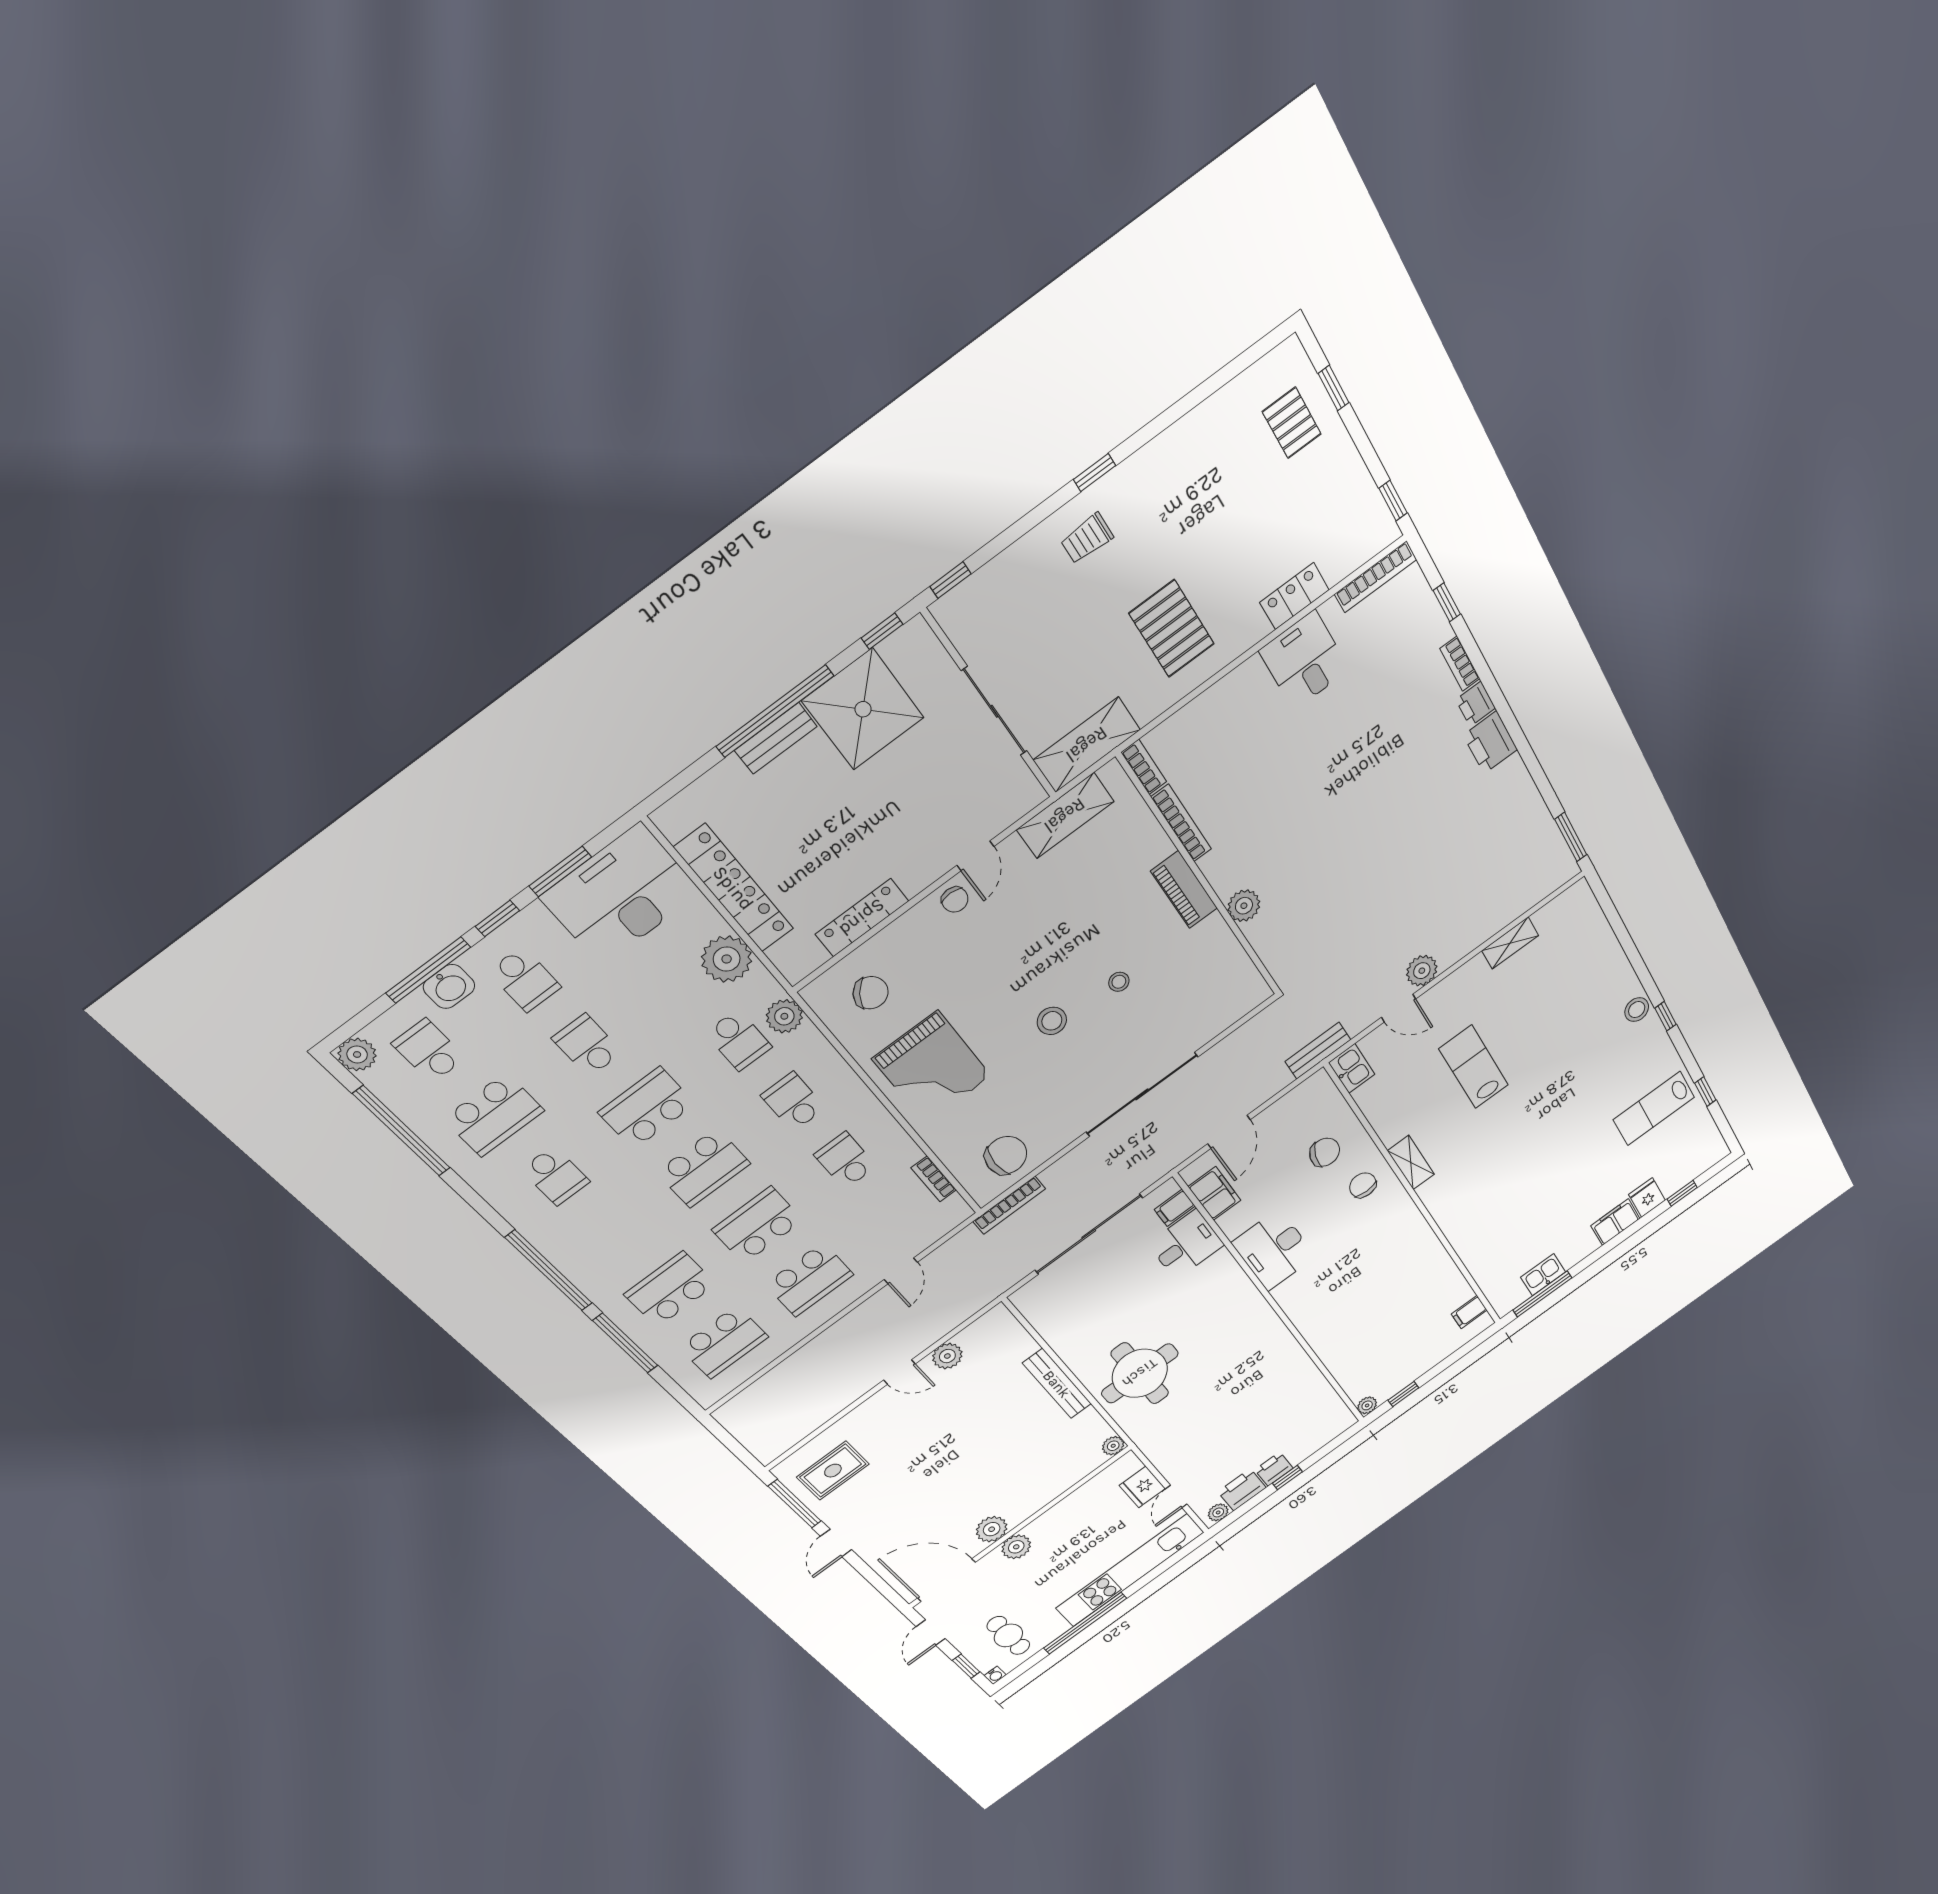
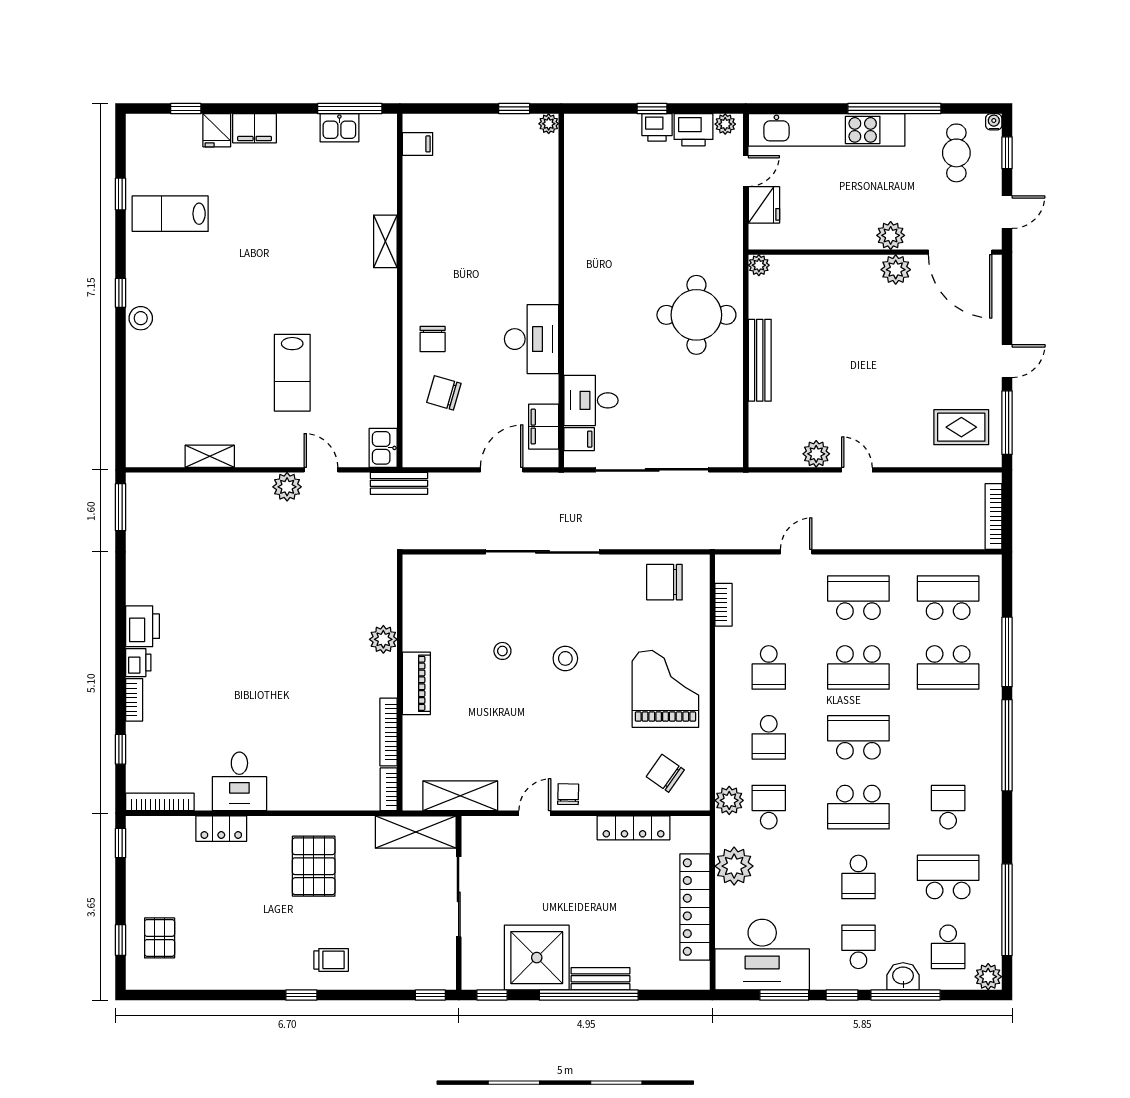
lab bench: (1654, 1108) -> (170, 214), turned 180
shelving: (1411, 1163) -> (385, 241), moved
bookcase: (1009, 1205) -> (994, 516), moved, turned -90

